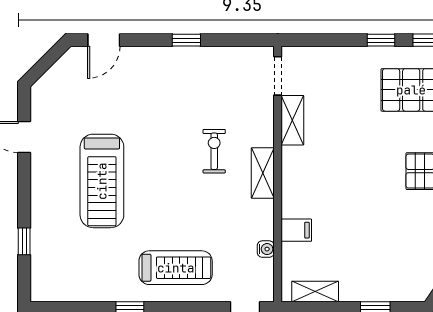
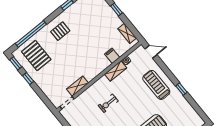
shelving: (263, 173) -> (116, 71), moved

